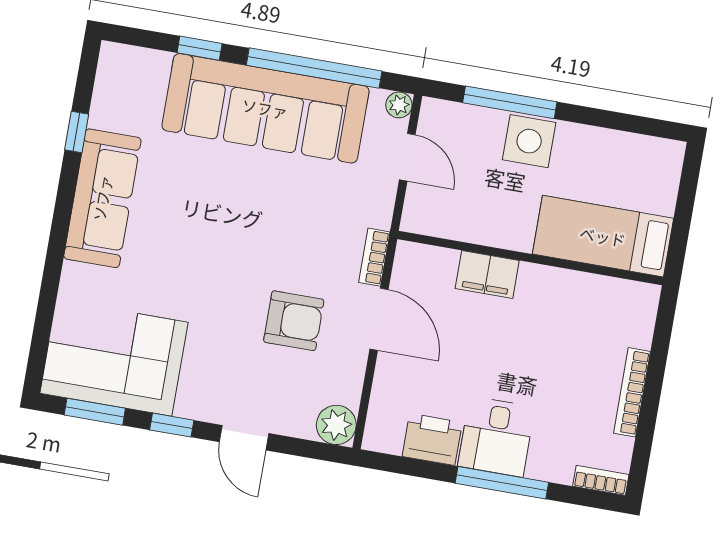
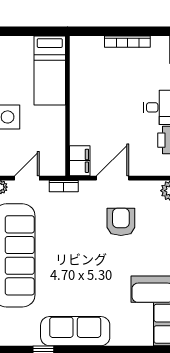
bookcase: (374, 257) -> (64, 186), moved
filing cabinet: (487, 274) -> (80, 161), moved

